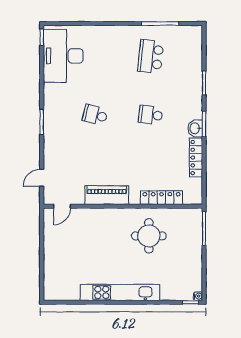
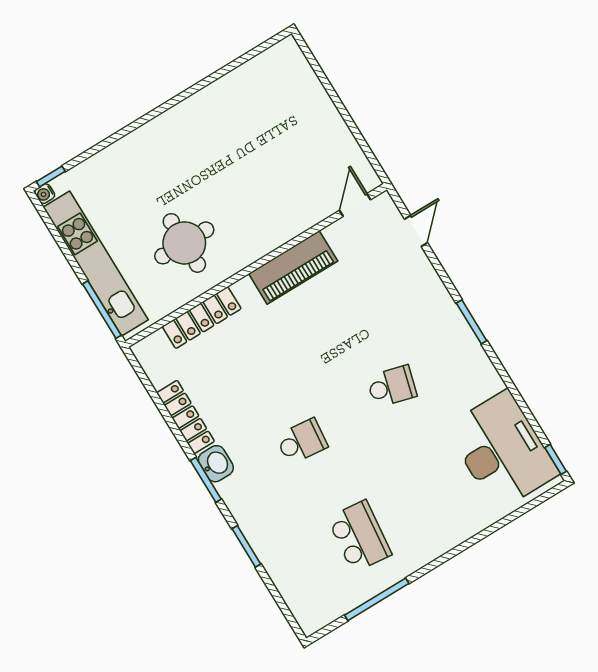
kitchen unit: (120, 292) -> (96, 263), moved, turned -90

